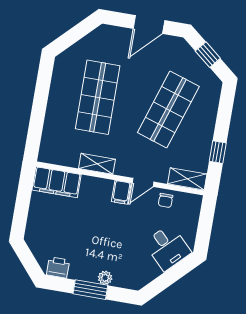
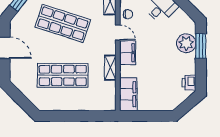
filing cabinet: (121, 192) -> (128, 53), width x2.00
plant: (105, 278) -> (186, 43), width x1.87, depth x1.87
window: (90, 290) -> (201, 46), moved

